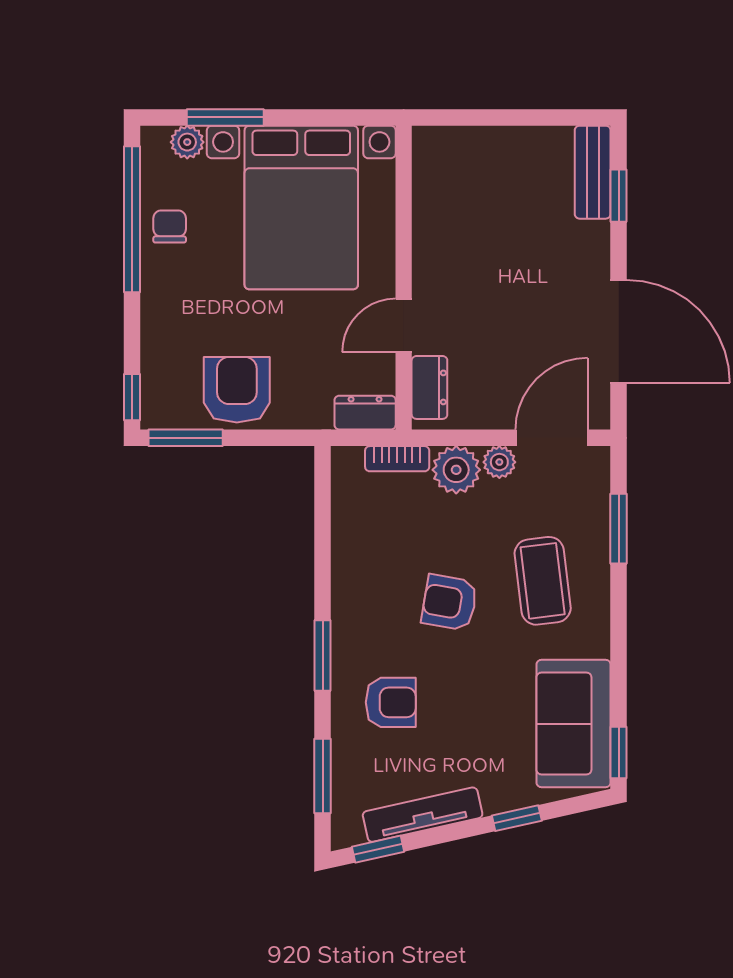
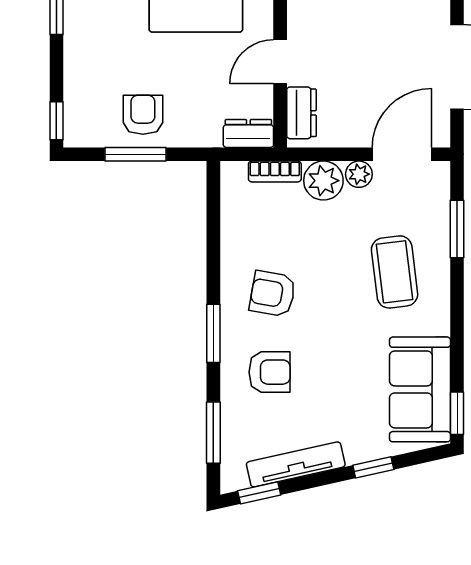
armchair: (237, 390) -> (143, 115), width x0.72, depth x0.72
window: (186, 438) -> (136, 154), moved
armchair: (449, 602) -> (273, 294), moved

